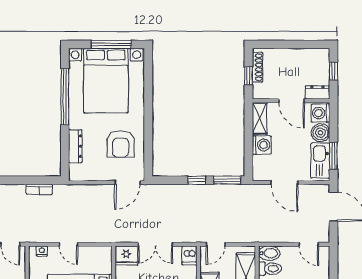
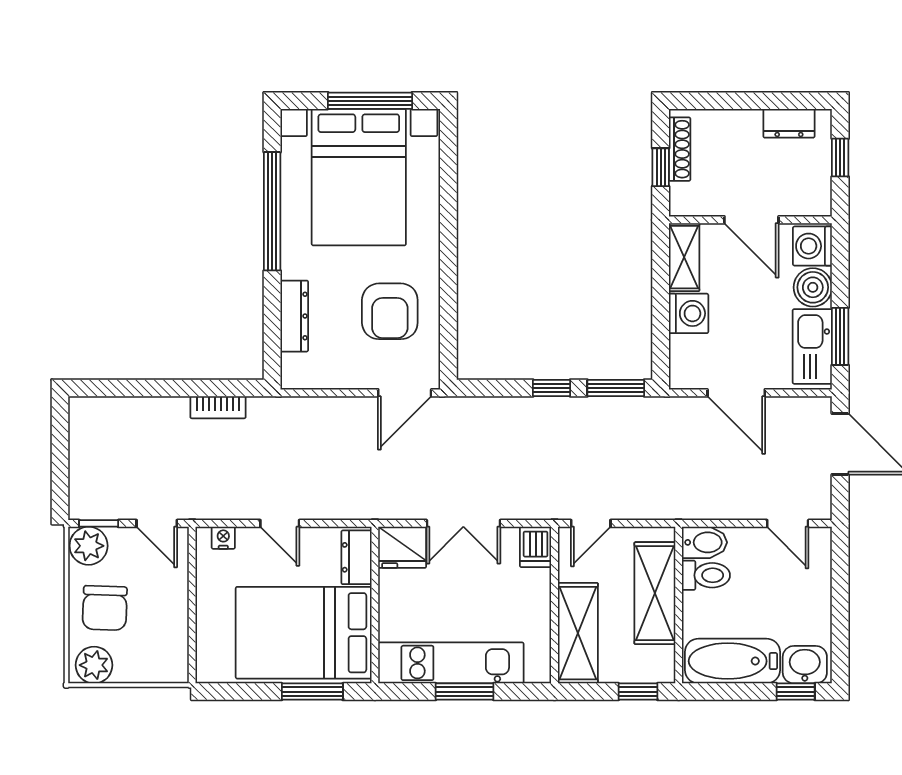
dresser: (317, 92) -> (789, 123), moved, turned 180
dresser: (105, 260) -> (357, 557), added

